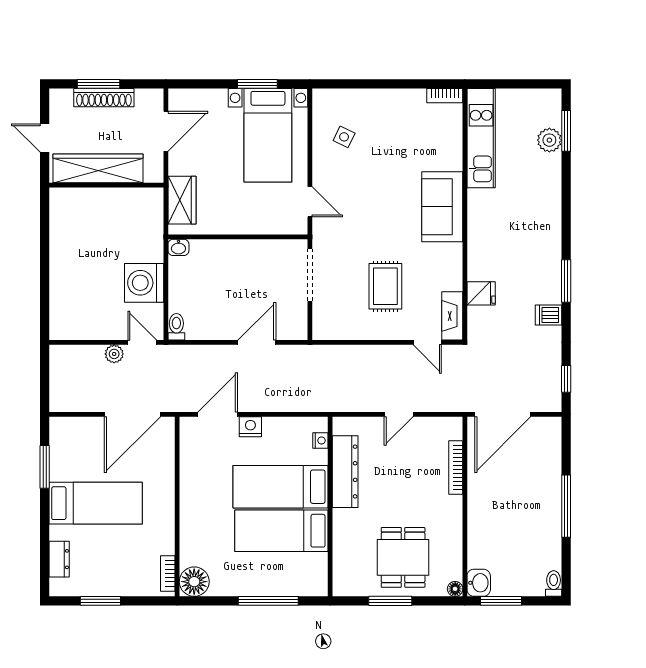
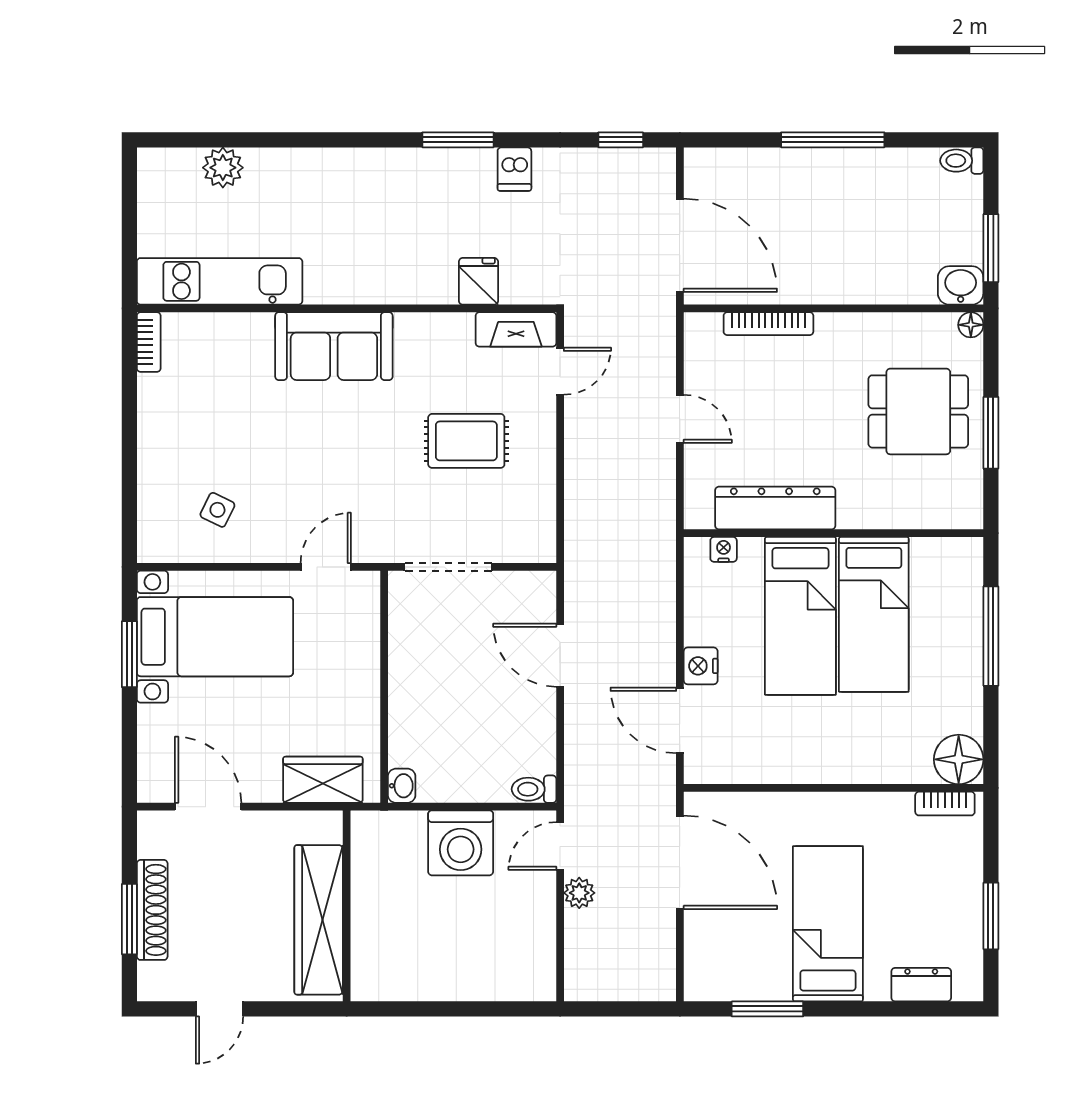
window: (566, 131) -> (207, 140), removed
wardrobe: (98, 168) -> (319, 920), moved
wall: (106, 185) -> (347, 906), moved

